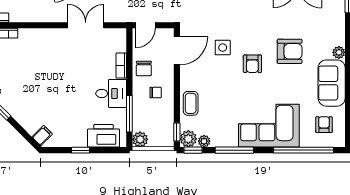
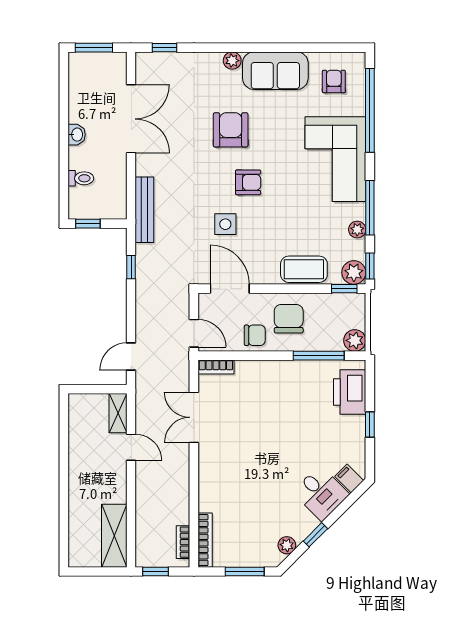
bookcase: (121, 66) -> (216, 367), moved
desk: (111, 93) -> (321, 493), moved, turned 135
chair: (156, 93) -> (289, 319), width x1.87, depth x1.87
coffee table: (191, 103) -> (304, 269), width x1.36, depth x1.30
armchair: (324, 125) -> (334, 81), turned 90
plant: (204, 141) -> (357, 230), moved

